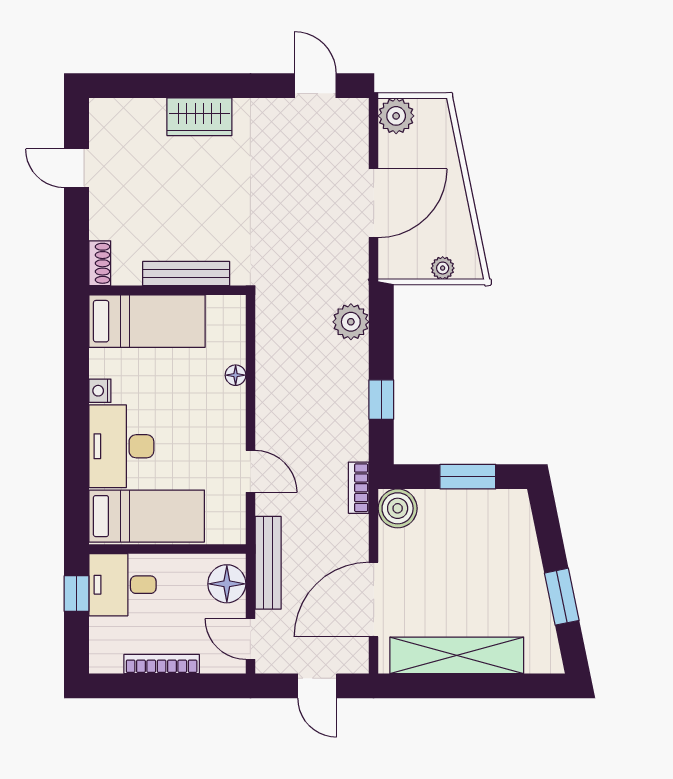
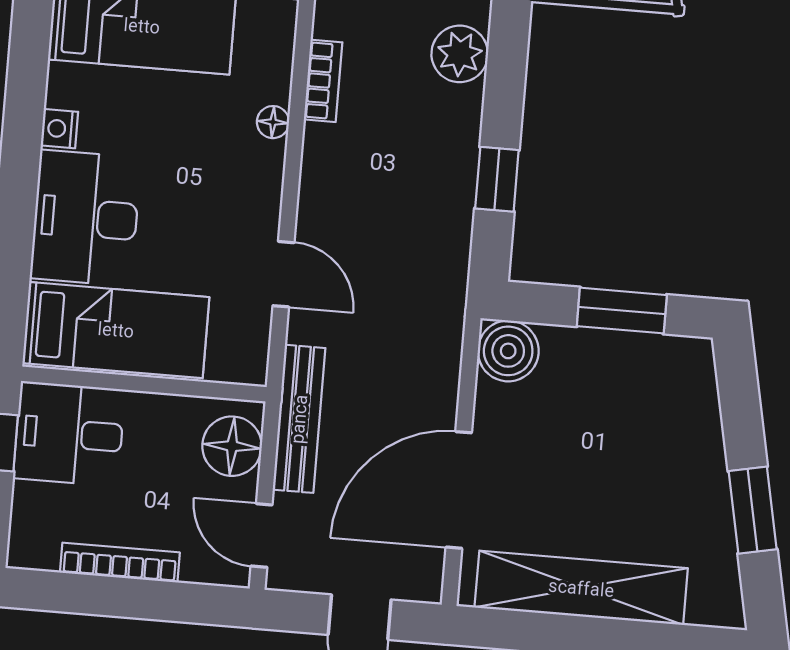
bookcase: (359, 488) -> (323, 81), moved, turned 180

